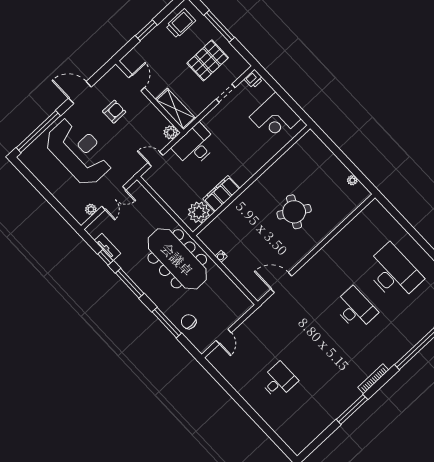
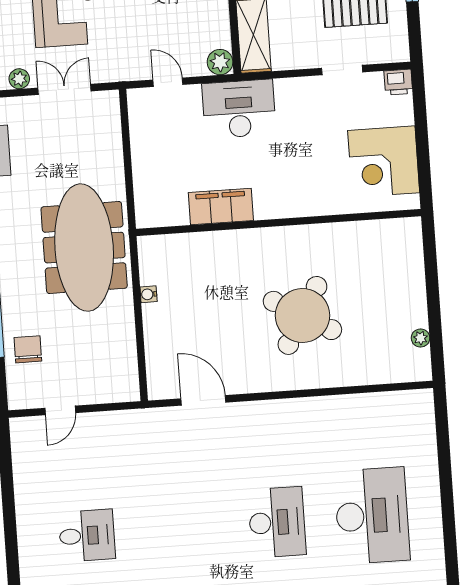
double door: (114, 198) -> (64, 89), swing flipped
plant: (199, 212) -> (168, 207), removed
round table: (294, 212) -> (302, 315), width x1.36, depth x1.36

